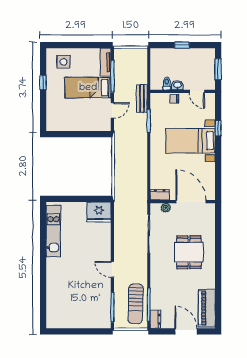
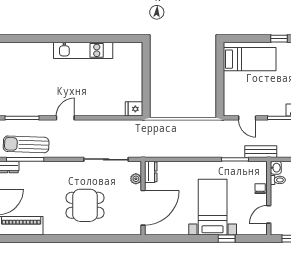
washbasin: (177, 85) -> (276, 168), moved
bed: (88, 88) -> (250, 59), moved, turned 90
fridge: (99, 212) -> (134, 109), width x0.53, depth x0.75
kitchen unit: (53, 231) -> (83, 50), moved

